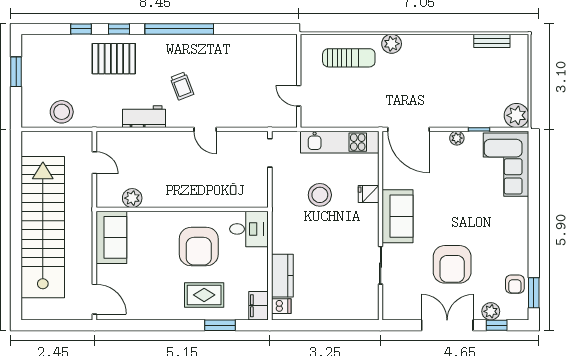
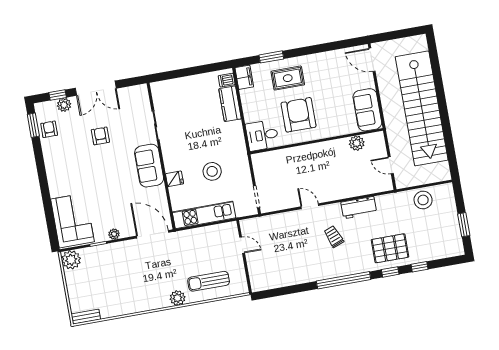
bench: (492, 41) -> (86, 317), moved
armchair: (452, 264) -> (100, 136), width x0.53, depth x0.53

